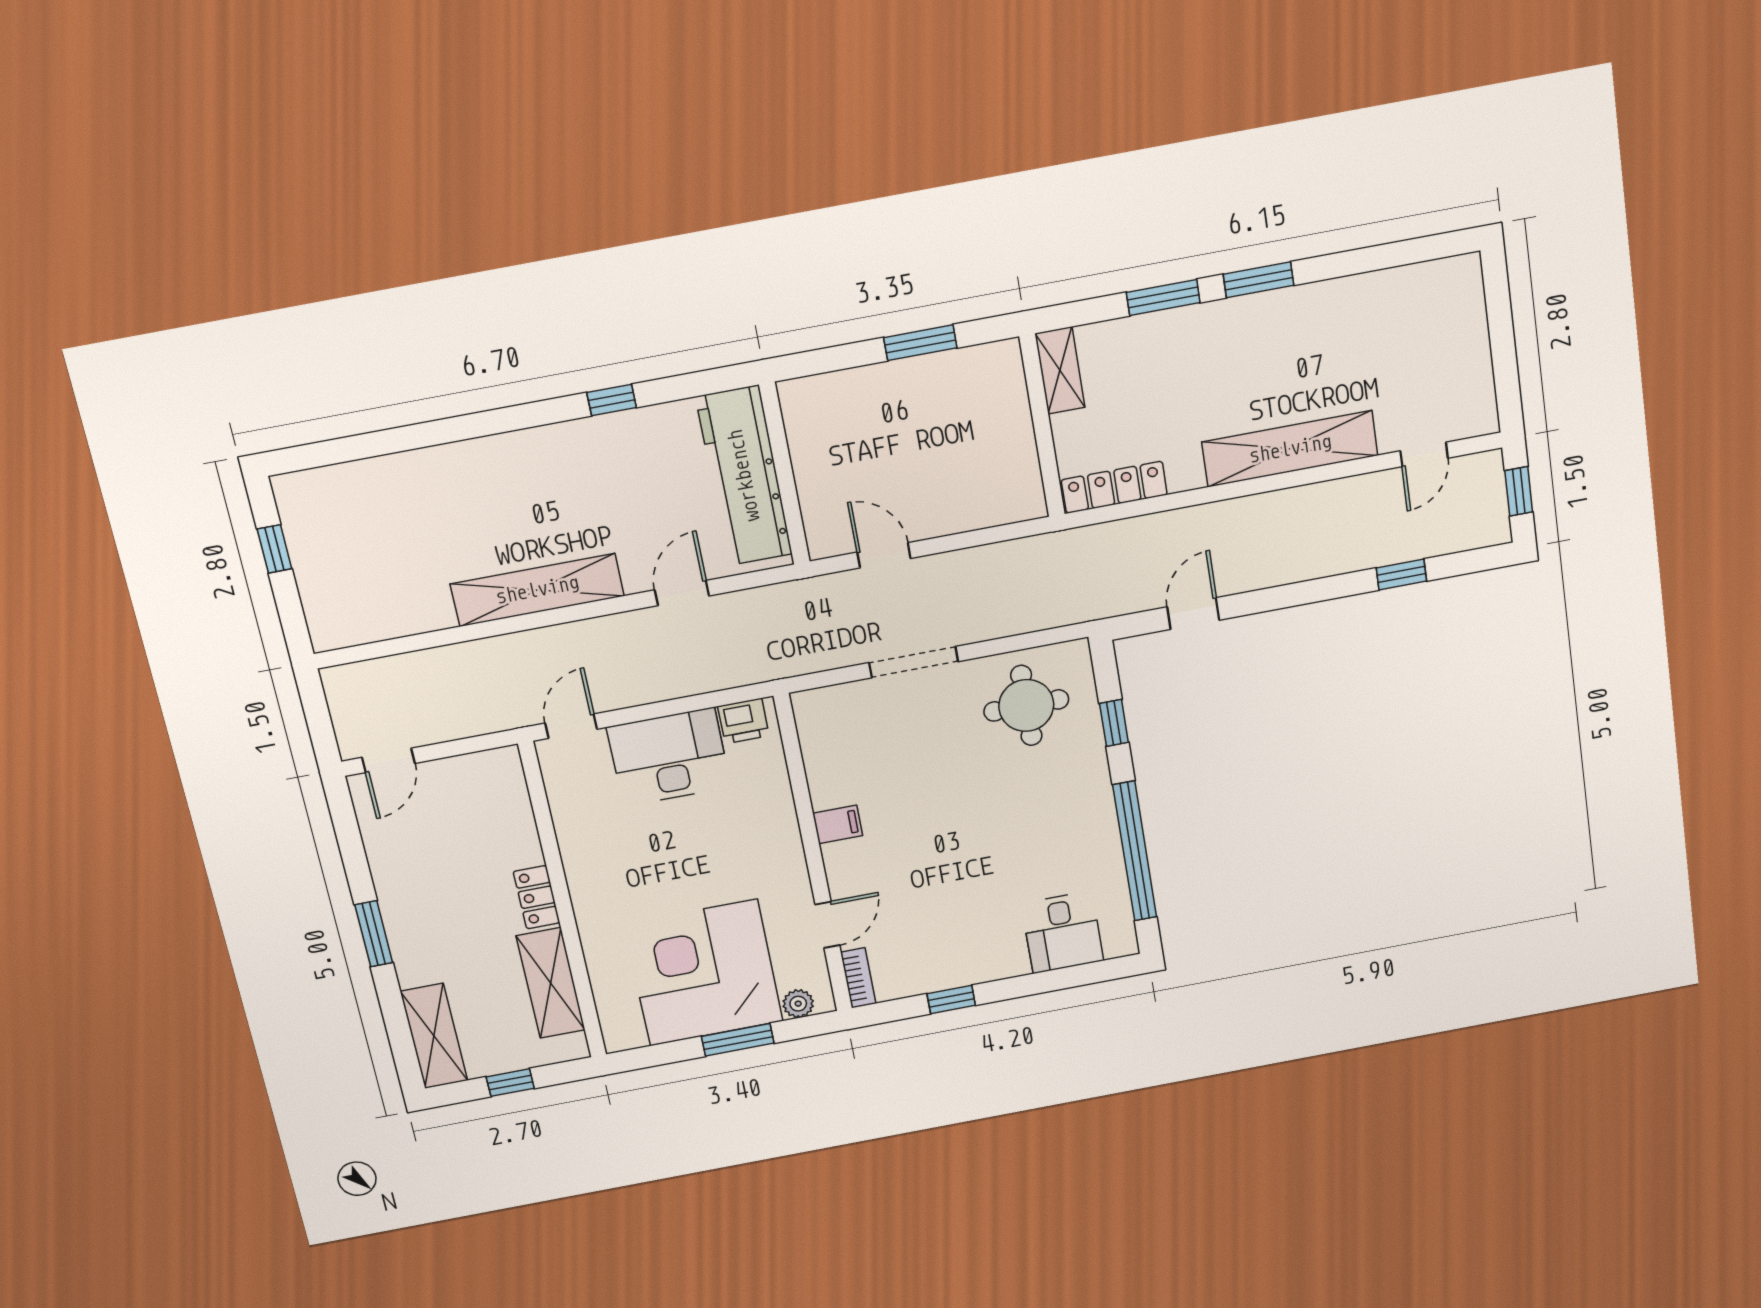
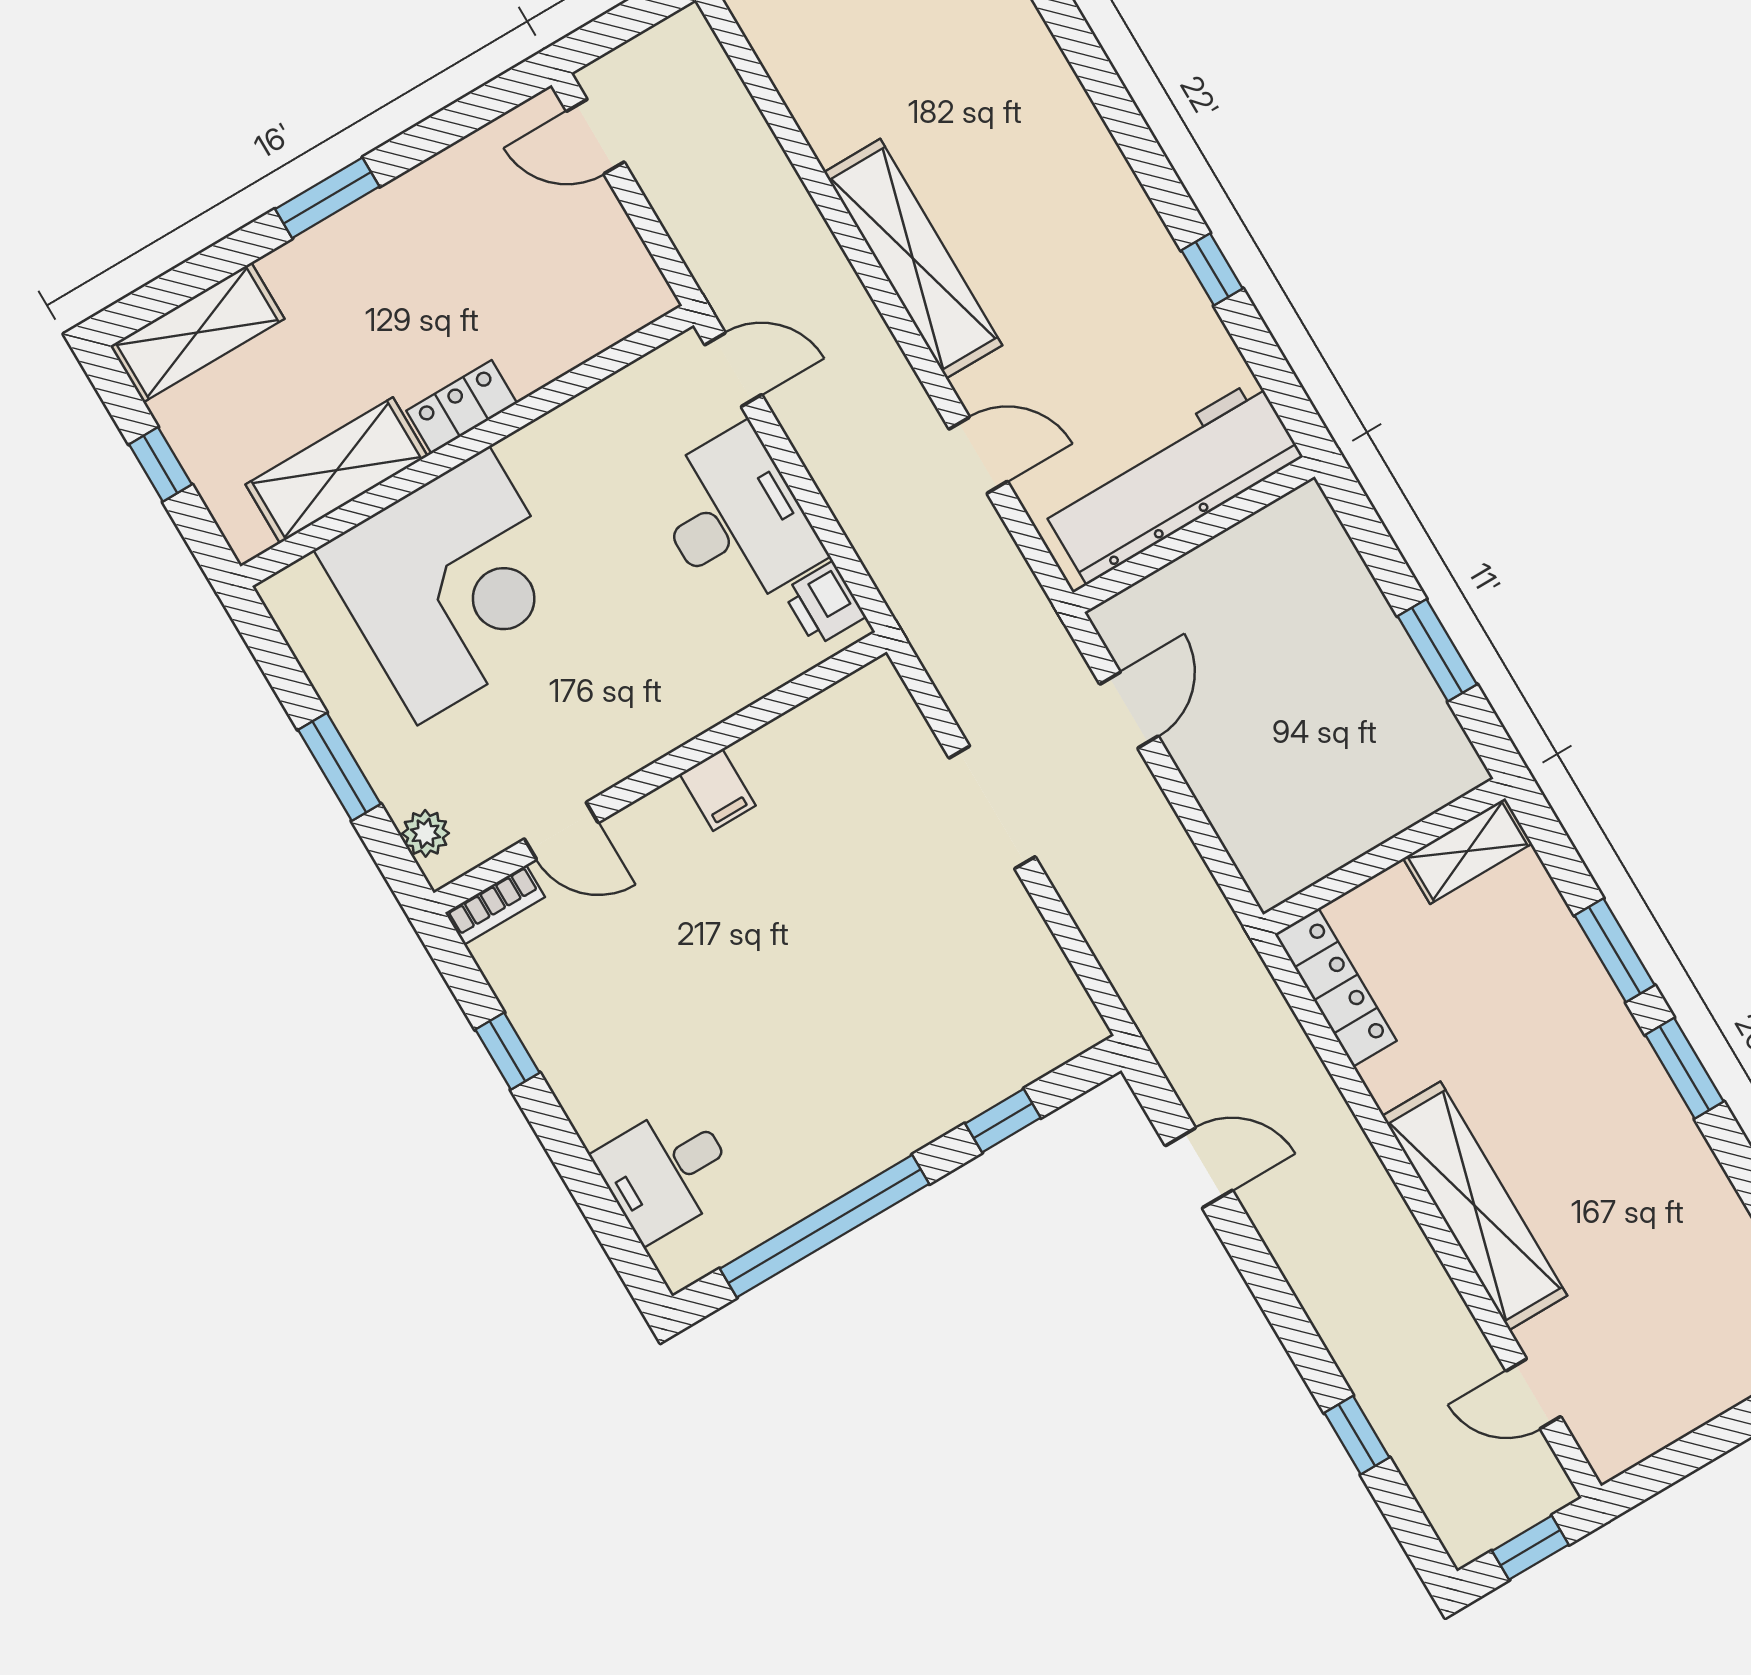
round table: (1026, 705) -> (985, 988), removed
corner desk: (704, 973) -> (453, 586), moved, turned 90

